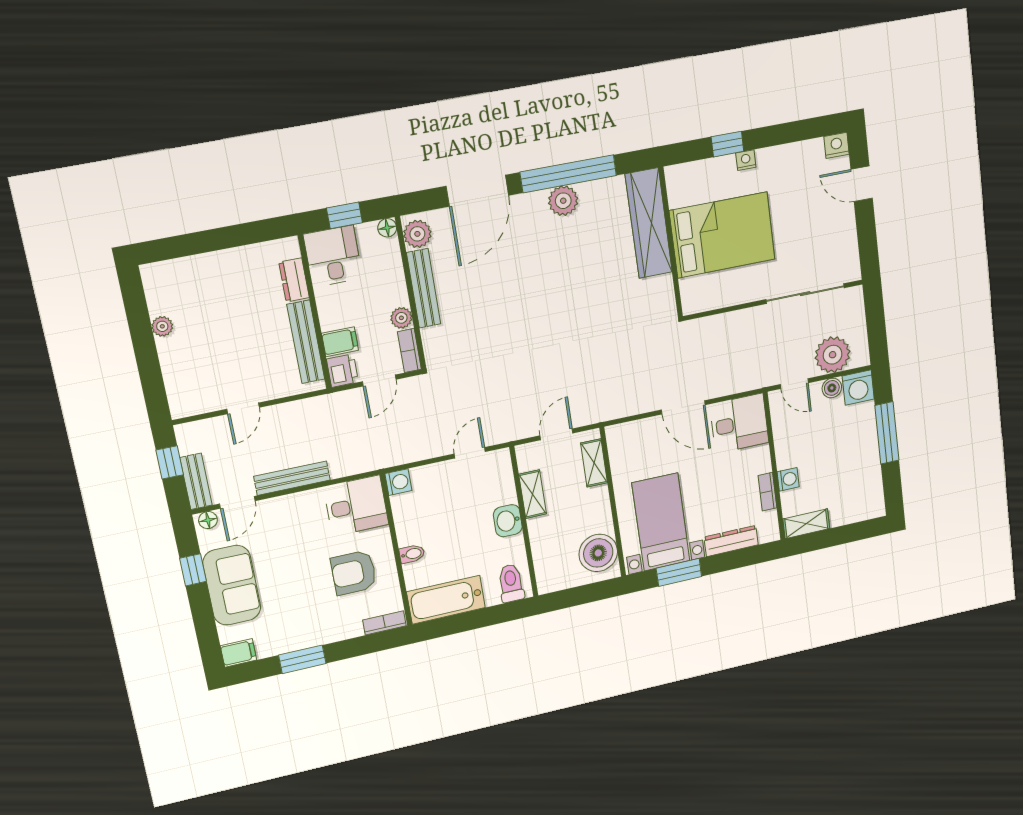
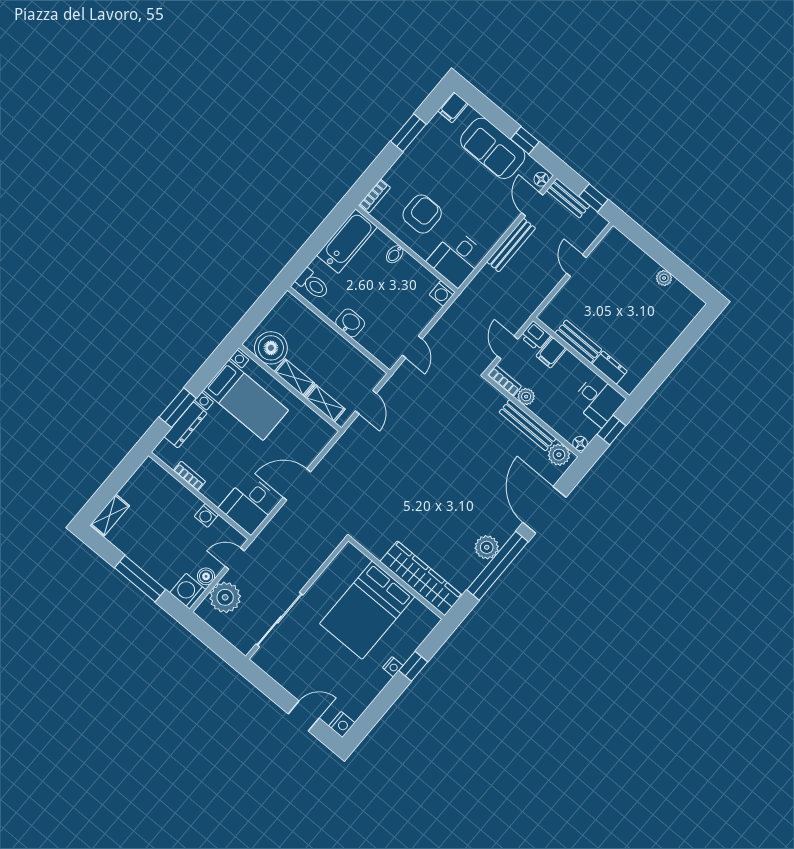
bench: (306, 342) -> (578, 341), width x0.73
washing machine: (788, 479) -> (206, 515), moved
shelving: (533, 494) -> (294, 378), moved
shelving: (806, 524) -> (110, 515), moved
window: (679, 572) -> (178, 408), moved

